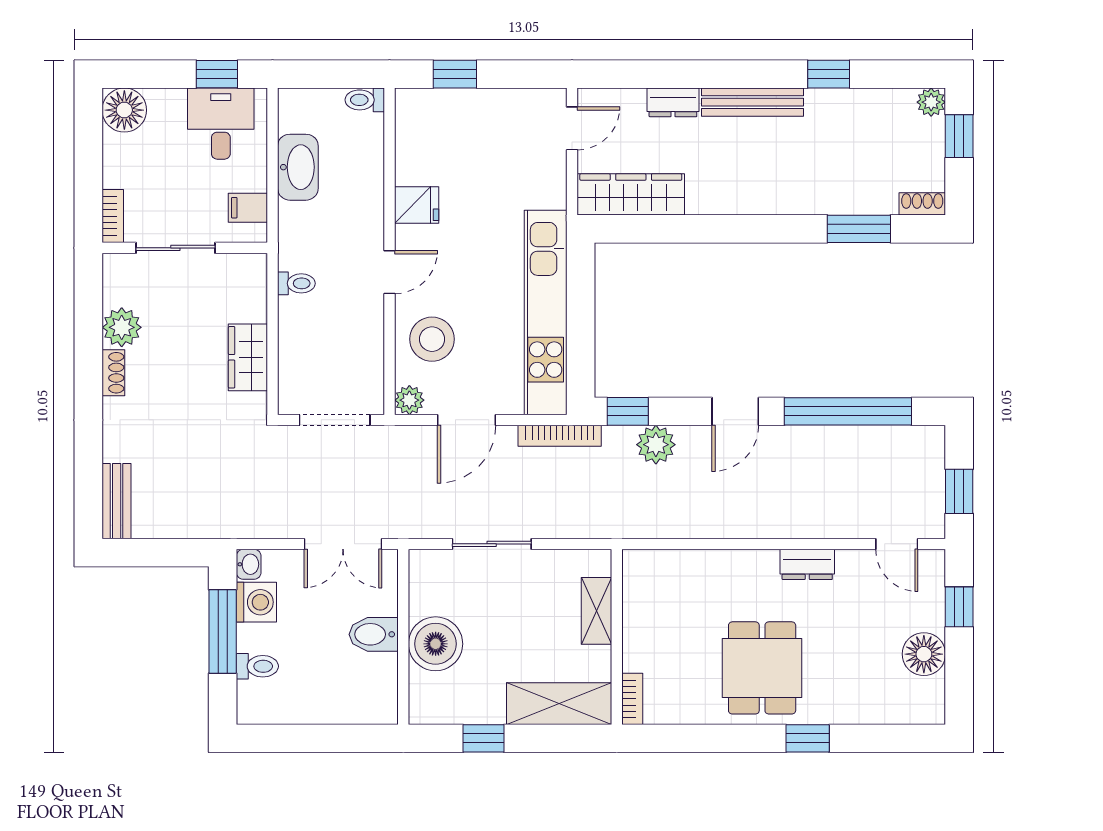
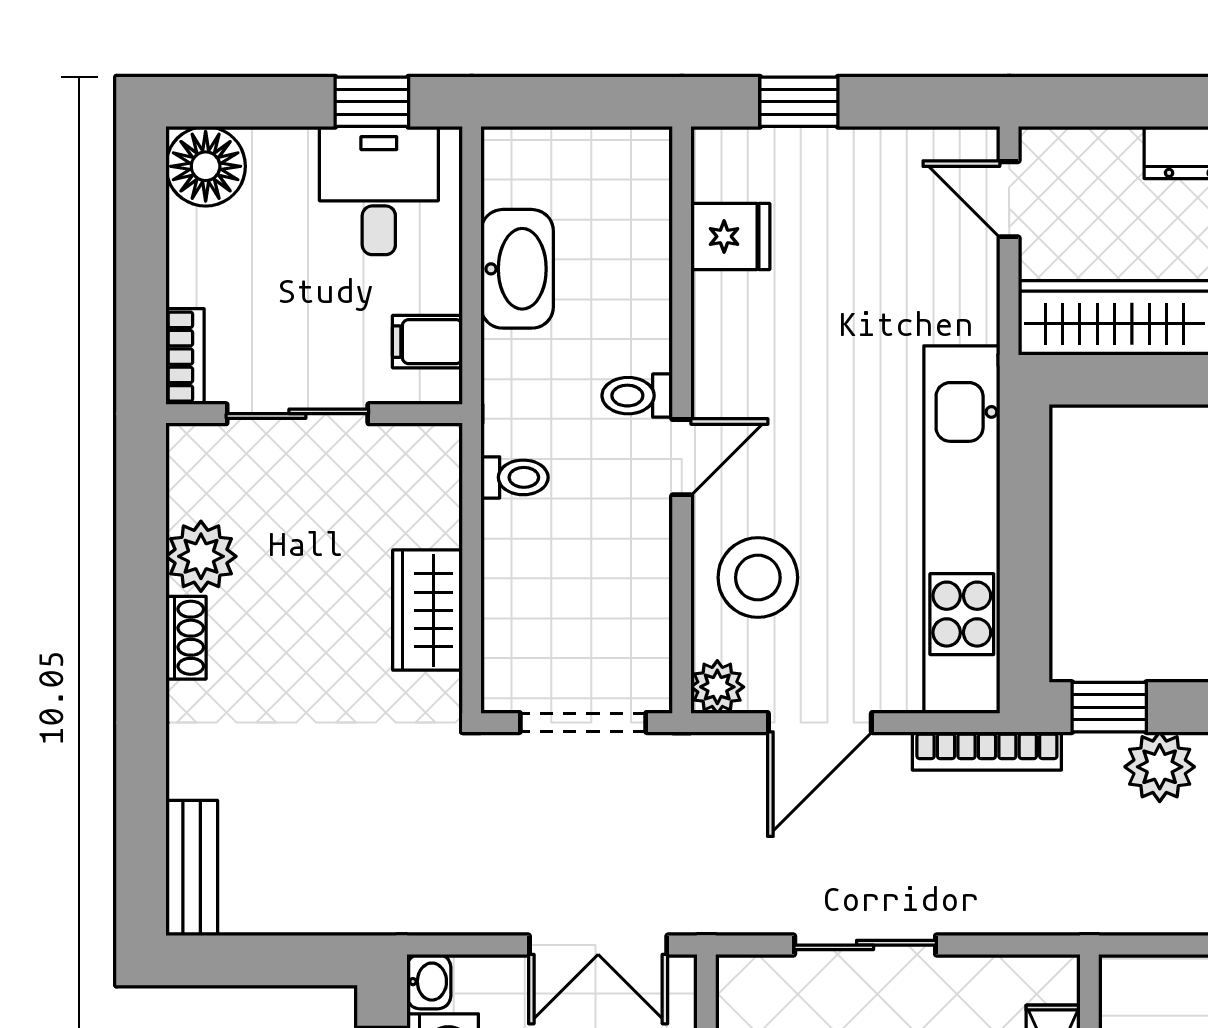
toilet: (365, 100) -> (637, 396), moved
door: (572, 128) -> (1009, 199), swing flipped
fridge: (417, 205) -> (730, 236), moved

